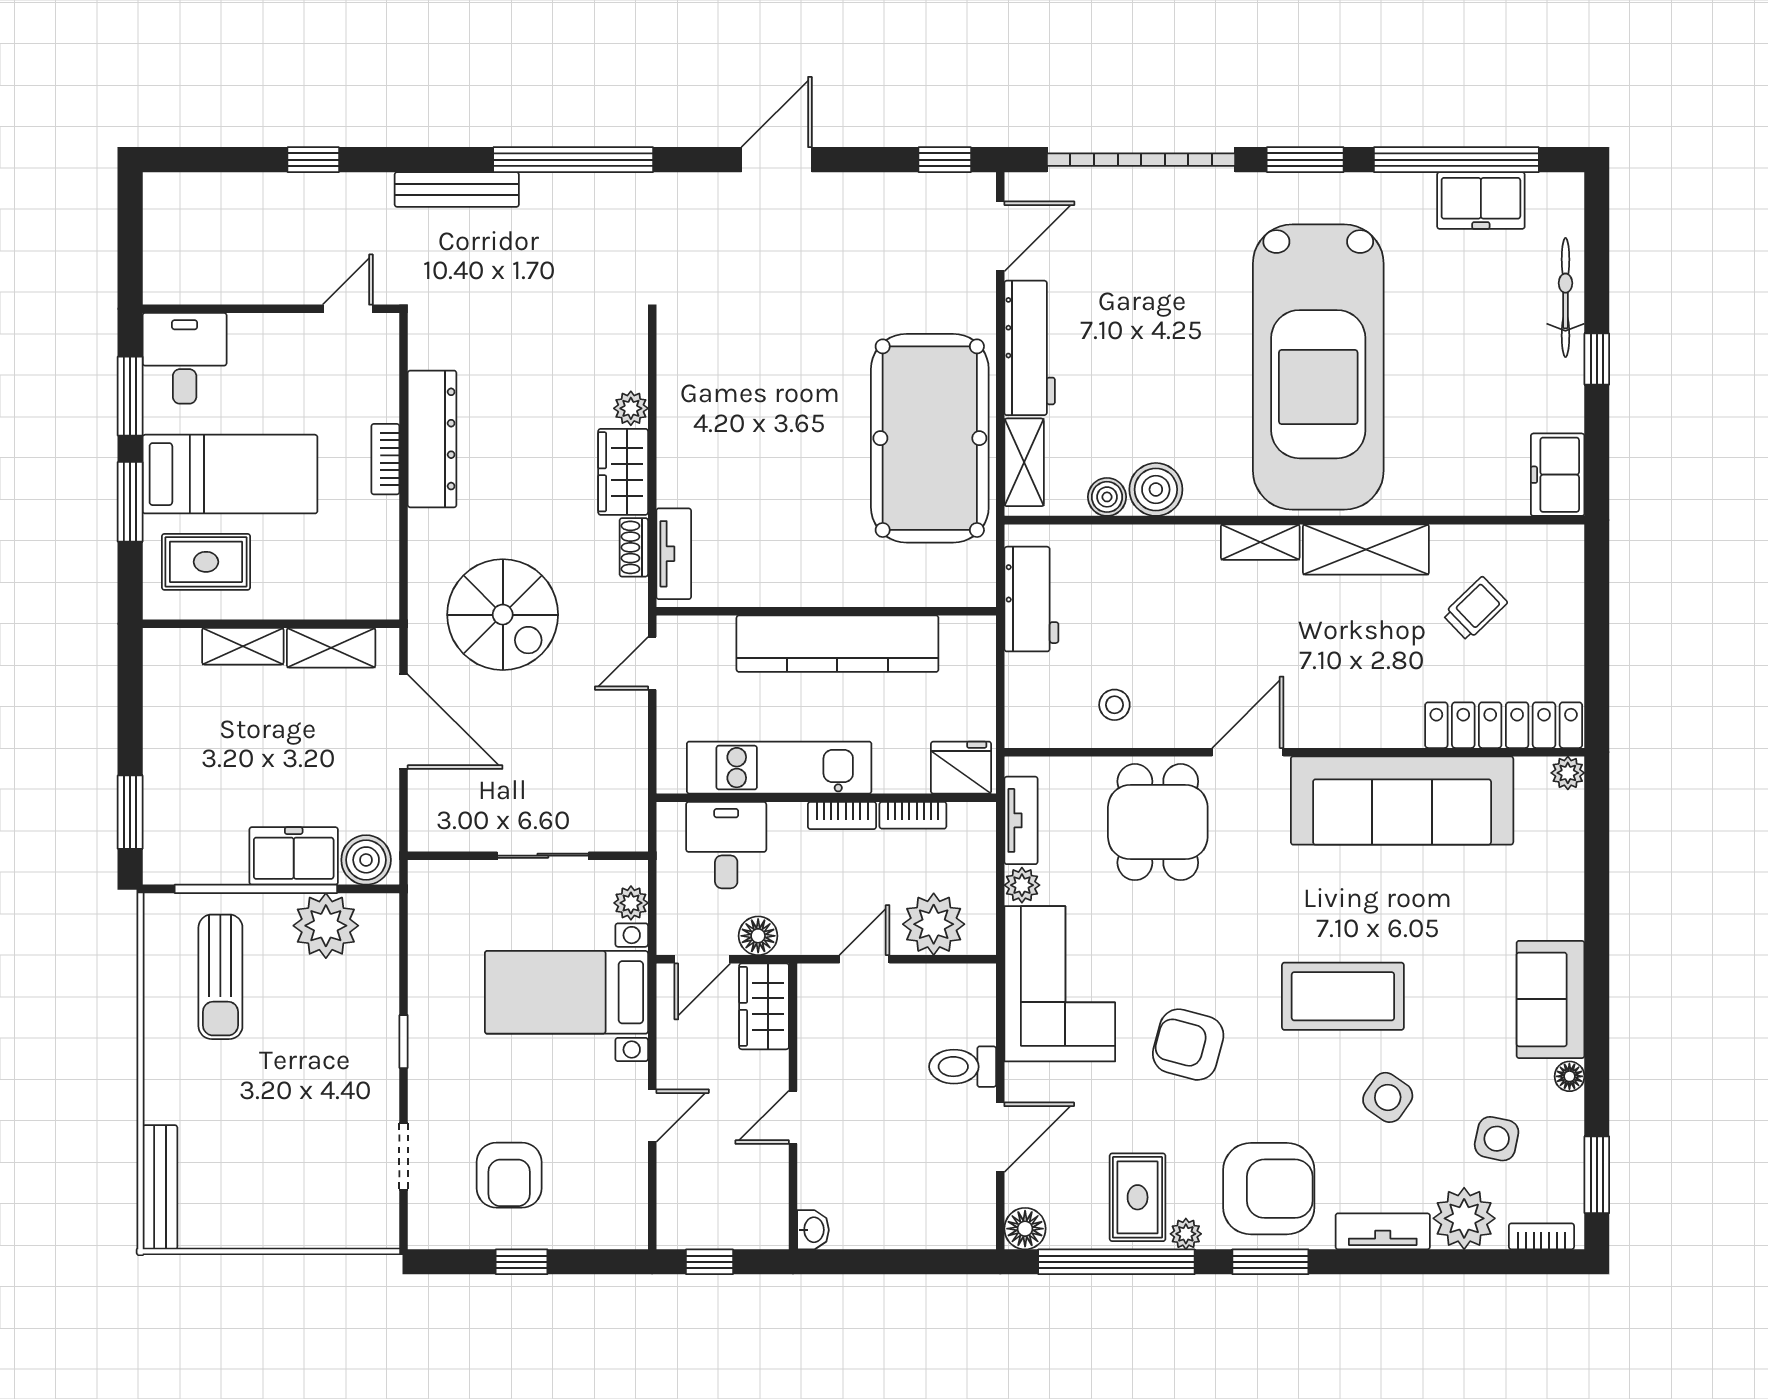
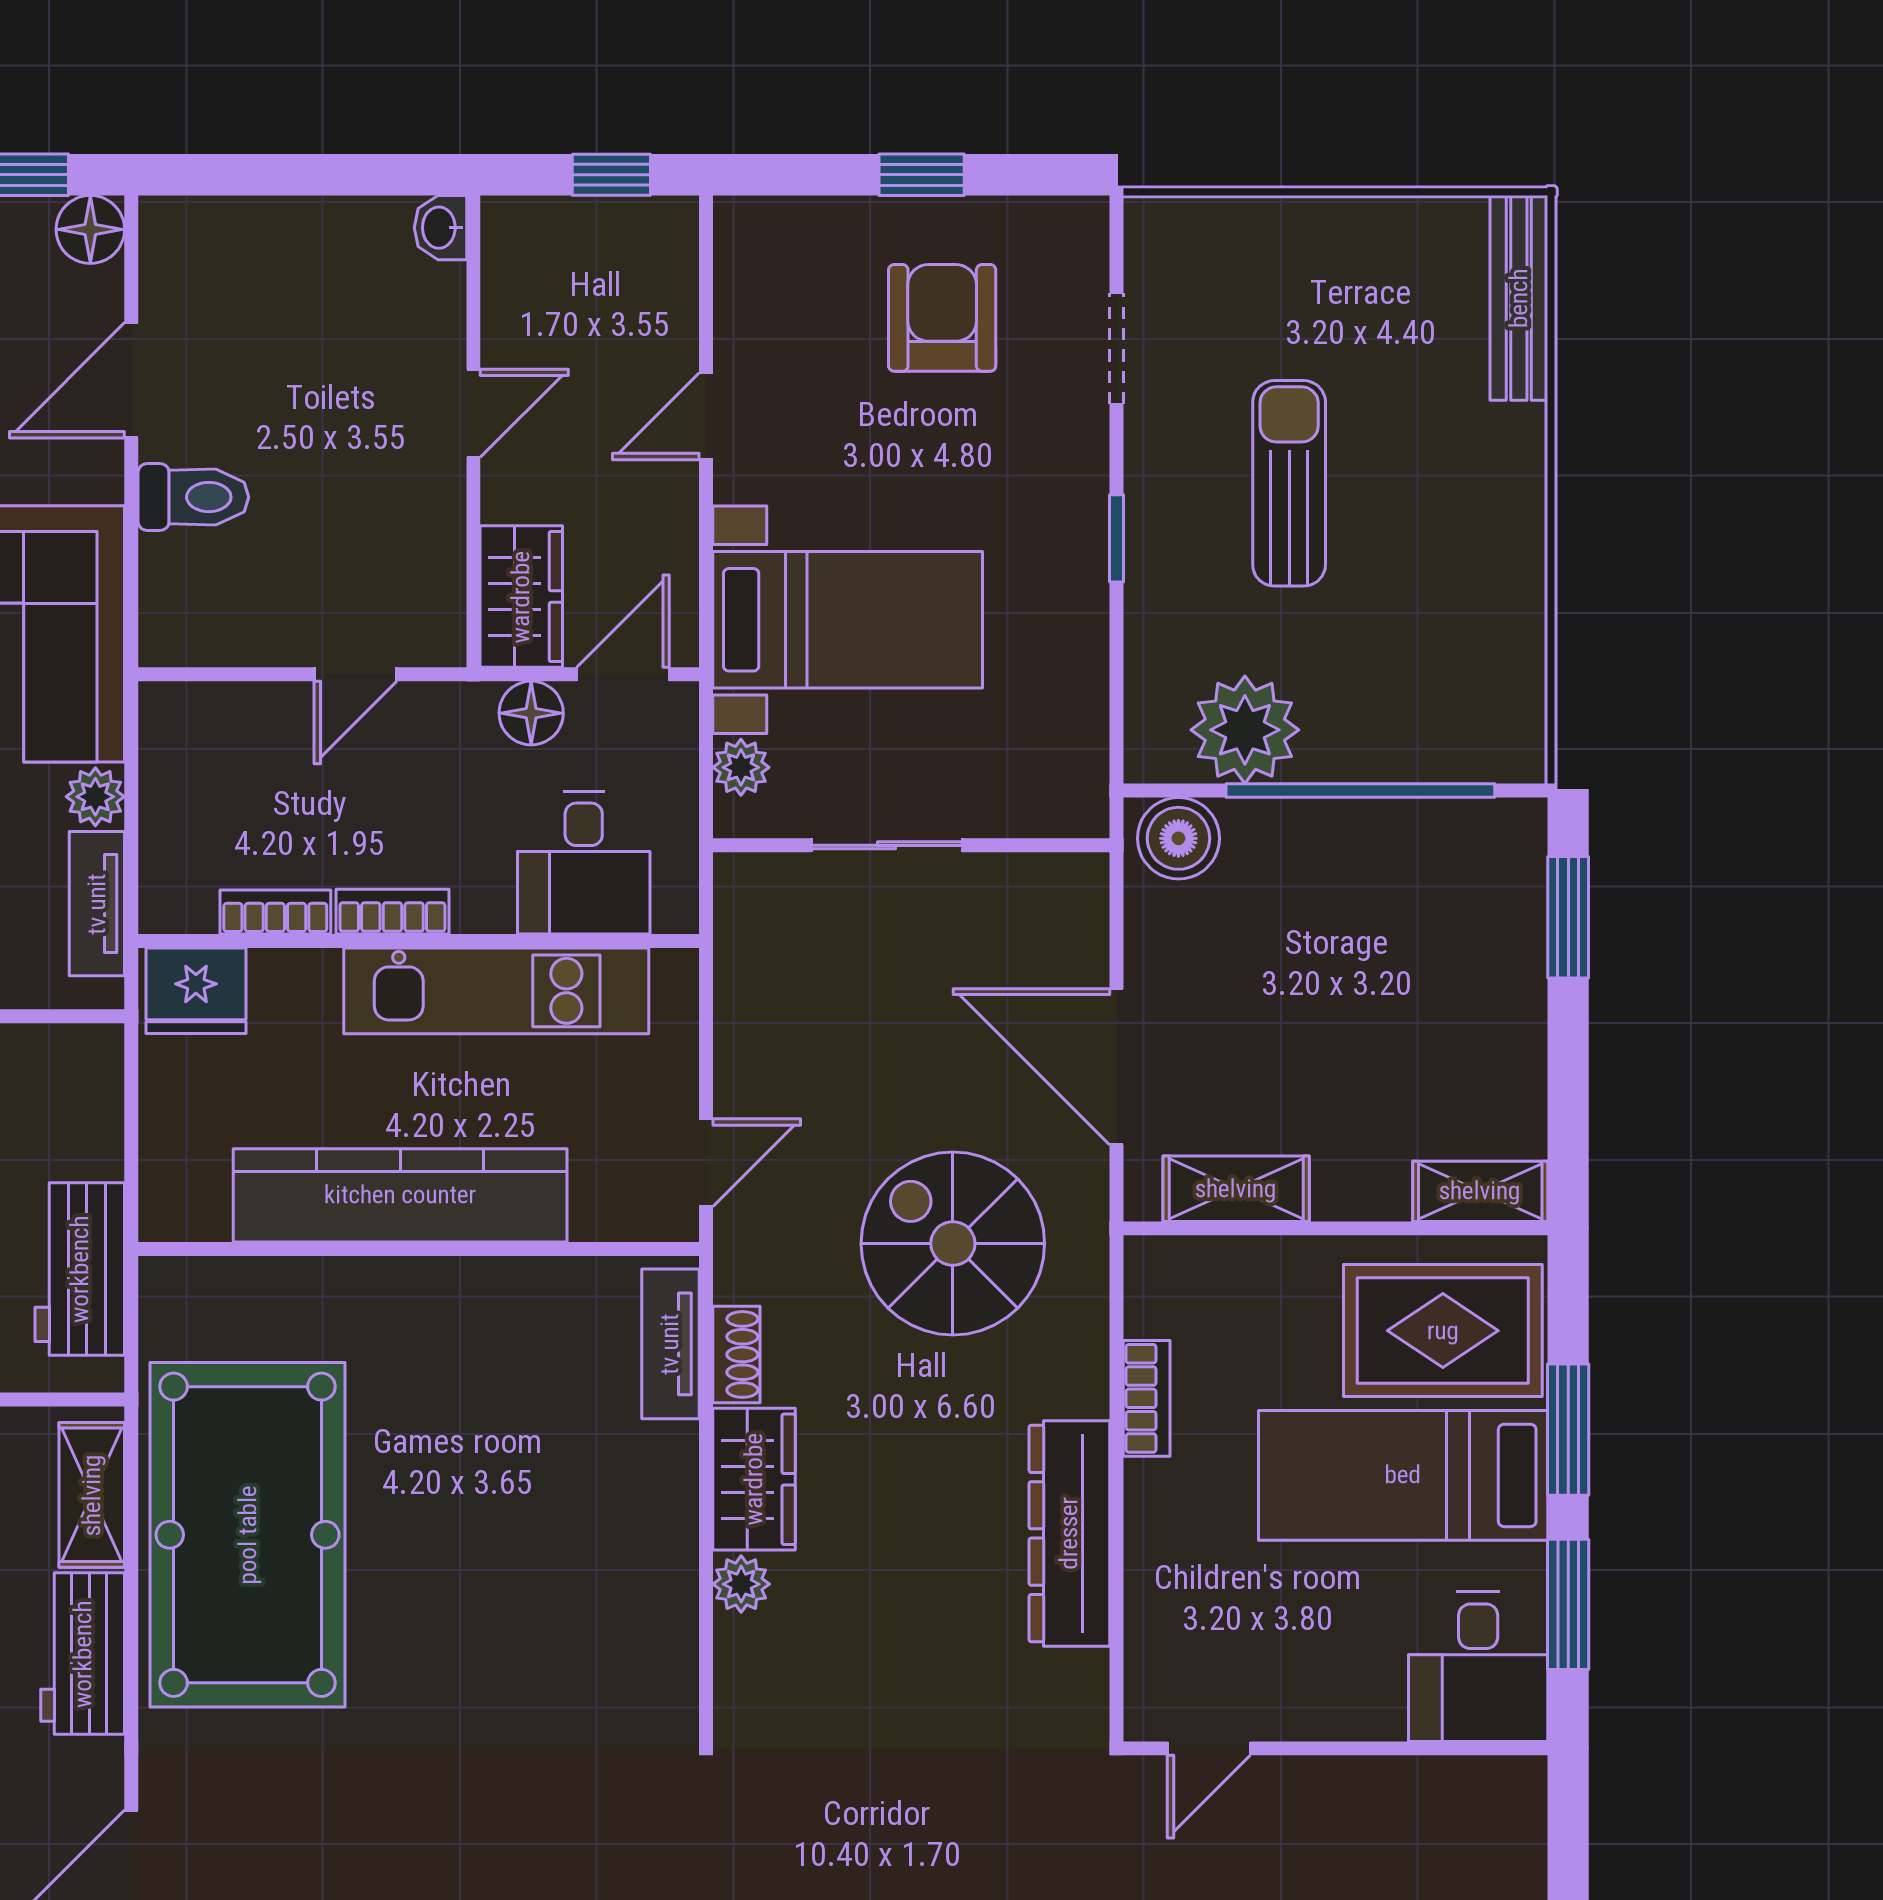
workbench: (1030, 348) -> (83, 1654), width x0.73
bookcase: (385, 459) -> (1147, 1398), moved
rug: (206, 562) -> (1443, 1331), width x1.36, depth x1.43
shelving: (243, 646) -> (1480, 1191), moved
freezer: (294, 856) -> (1298, 845), removed
plant: (934, 924) -> (241, 732), removed
sun lounger: (220, 977) -> (1289, 483), moved

